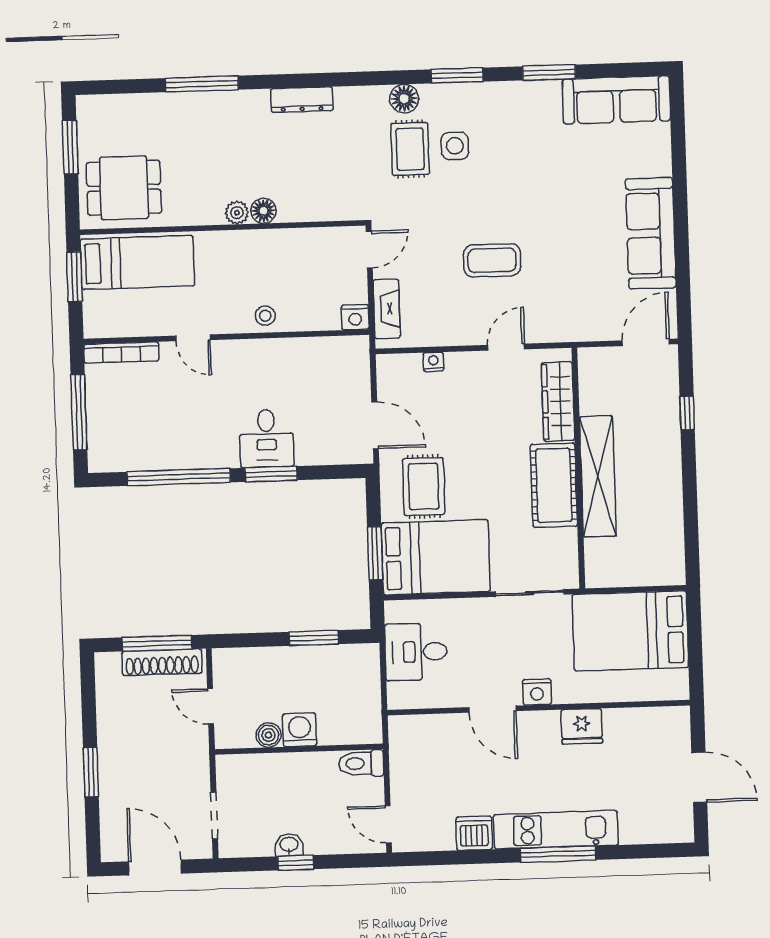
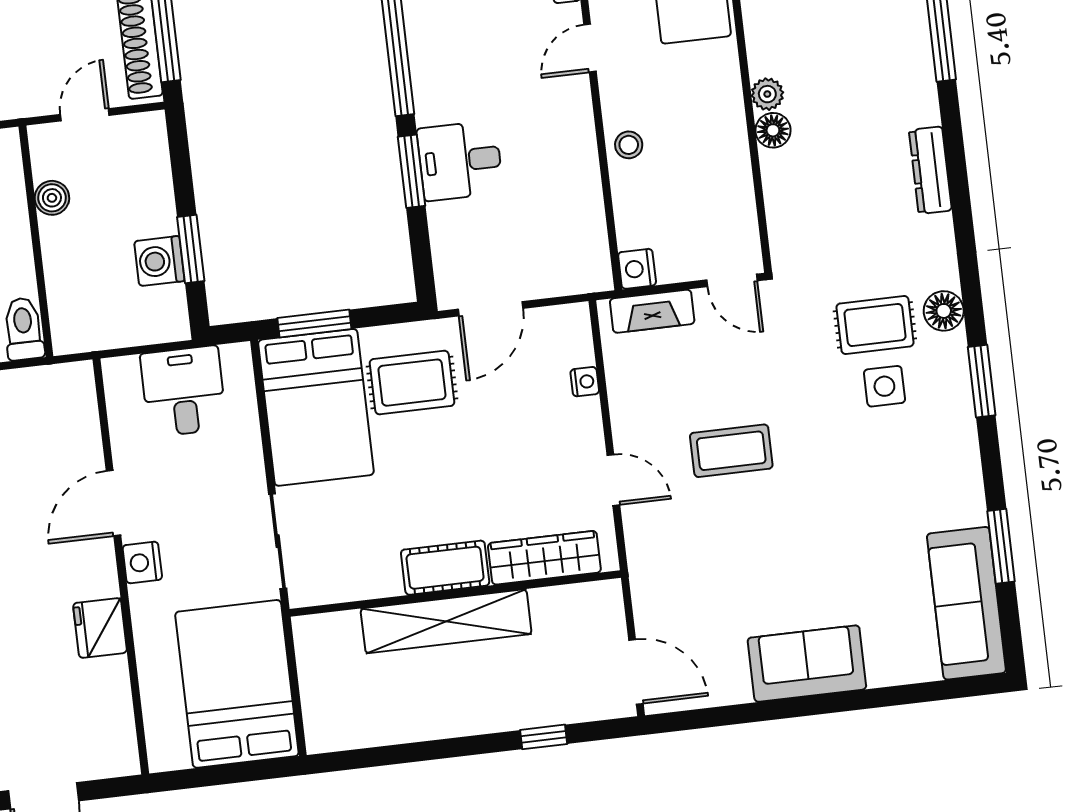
window: (549, 72) -> (1001, 546), moved
sofa: (651, 233) -> (807, 664), width x0.73
coffee table: (492, 260) -> (731, 451), turned 90
cot: (554, 485) -> (445, 568), width x0.73, depth x0.75
washing machine: (300, 730) -> (159, 261), moved, turned 180

